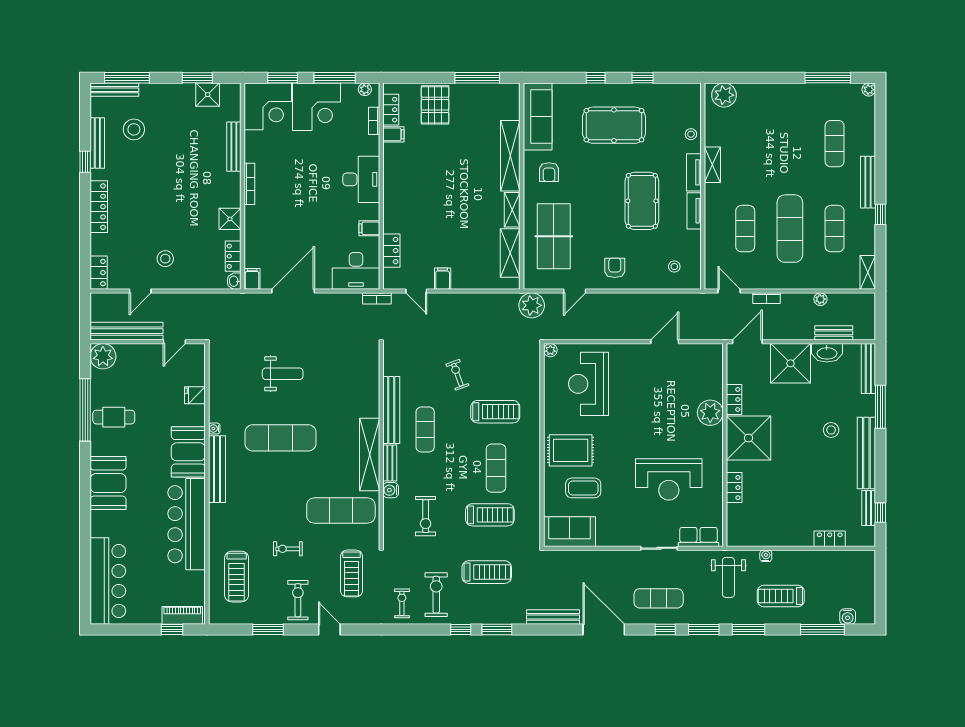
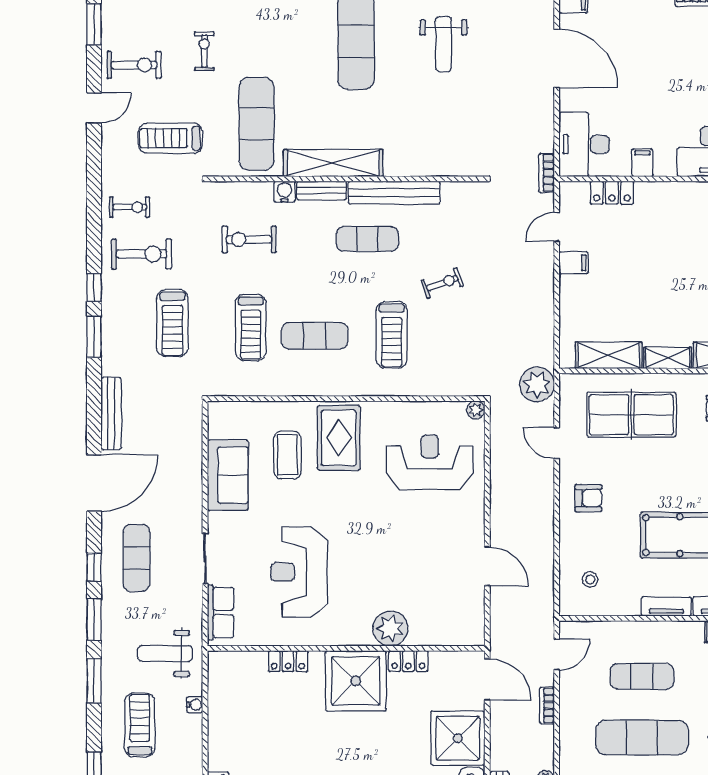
sofa: (569, 532) -> (228, 475), moved

